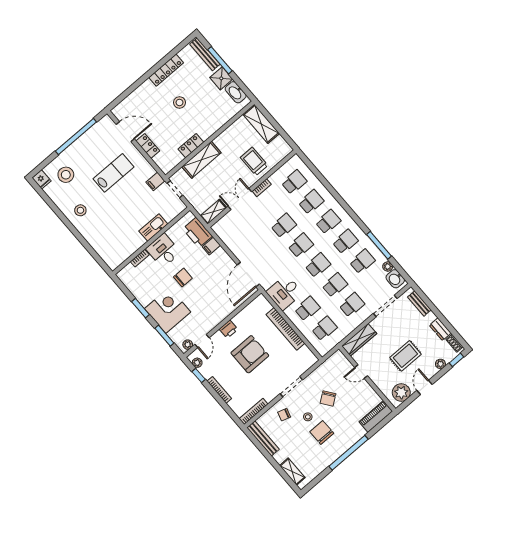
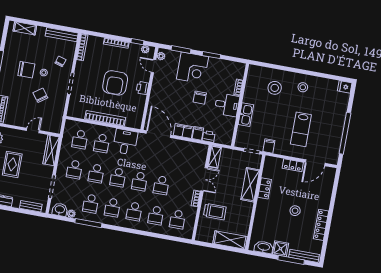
stool: (66, 175) -> (275, 88), moved
printer: (198, 233) -> (209, 136), width x0.53, depth x0.68
filing cabinet: (223, 259) -> (183, 131), added

